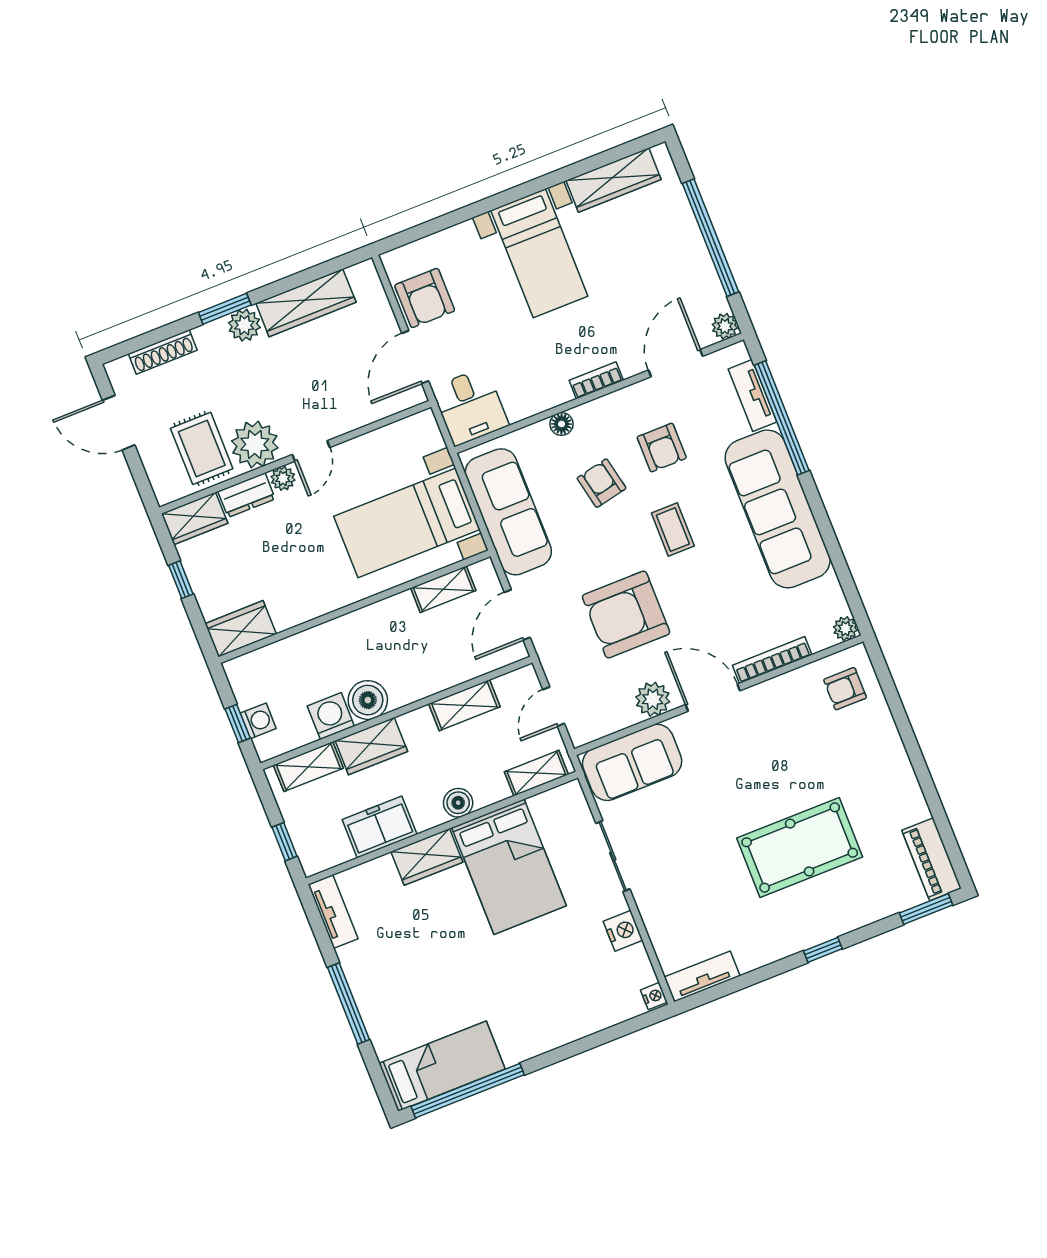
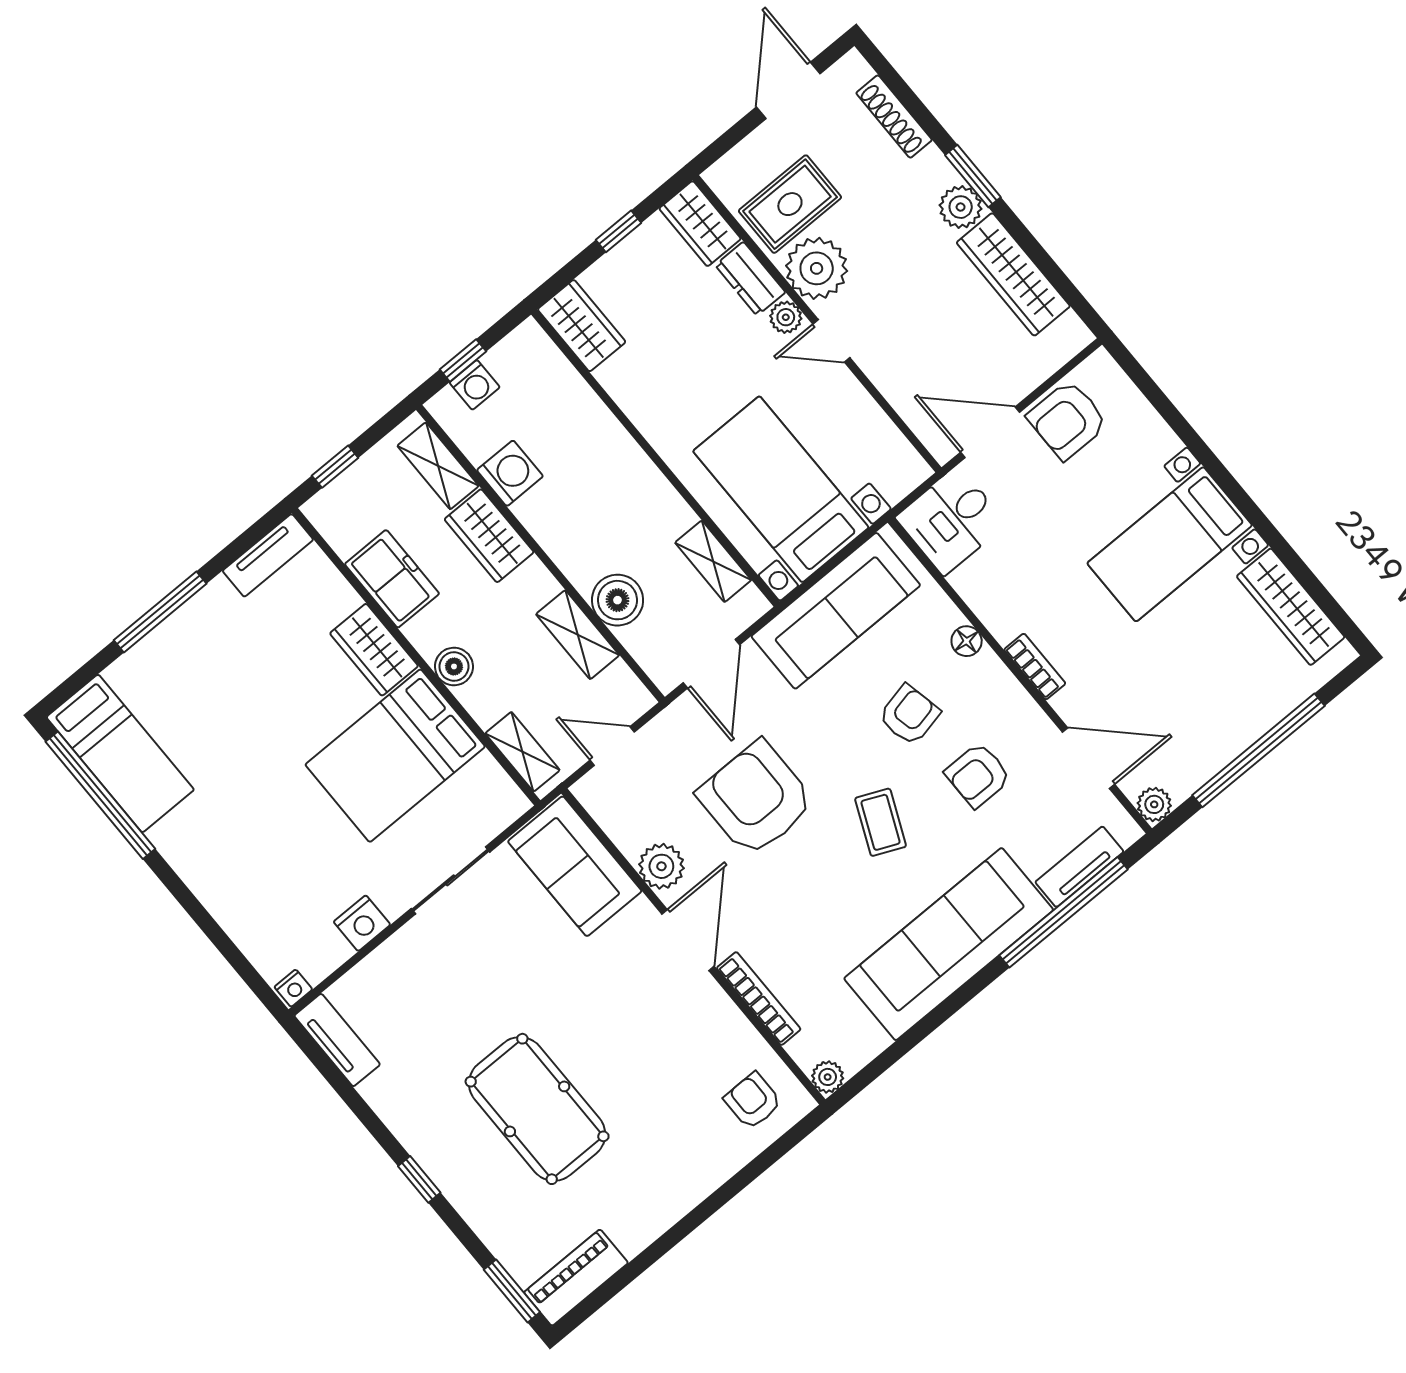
coffee table: (673, 530) -> (881, 822), turned -66
door: (517, 615) -> (711, 664), swing flipped
boiler: (368, 700) -> (618, 600), moved

